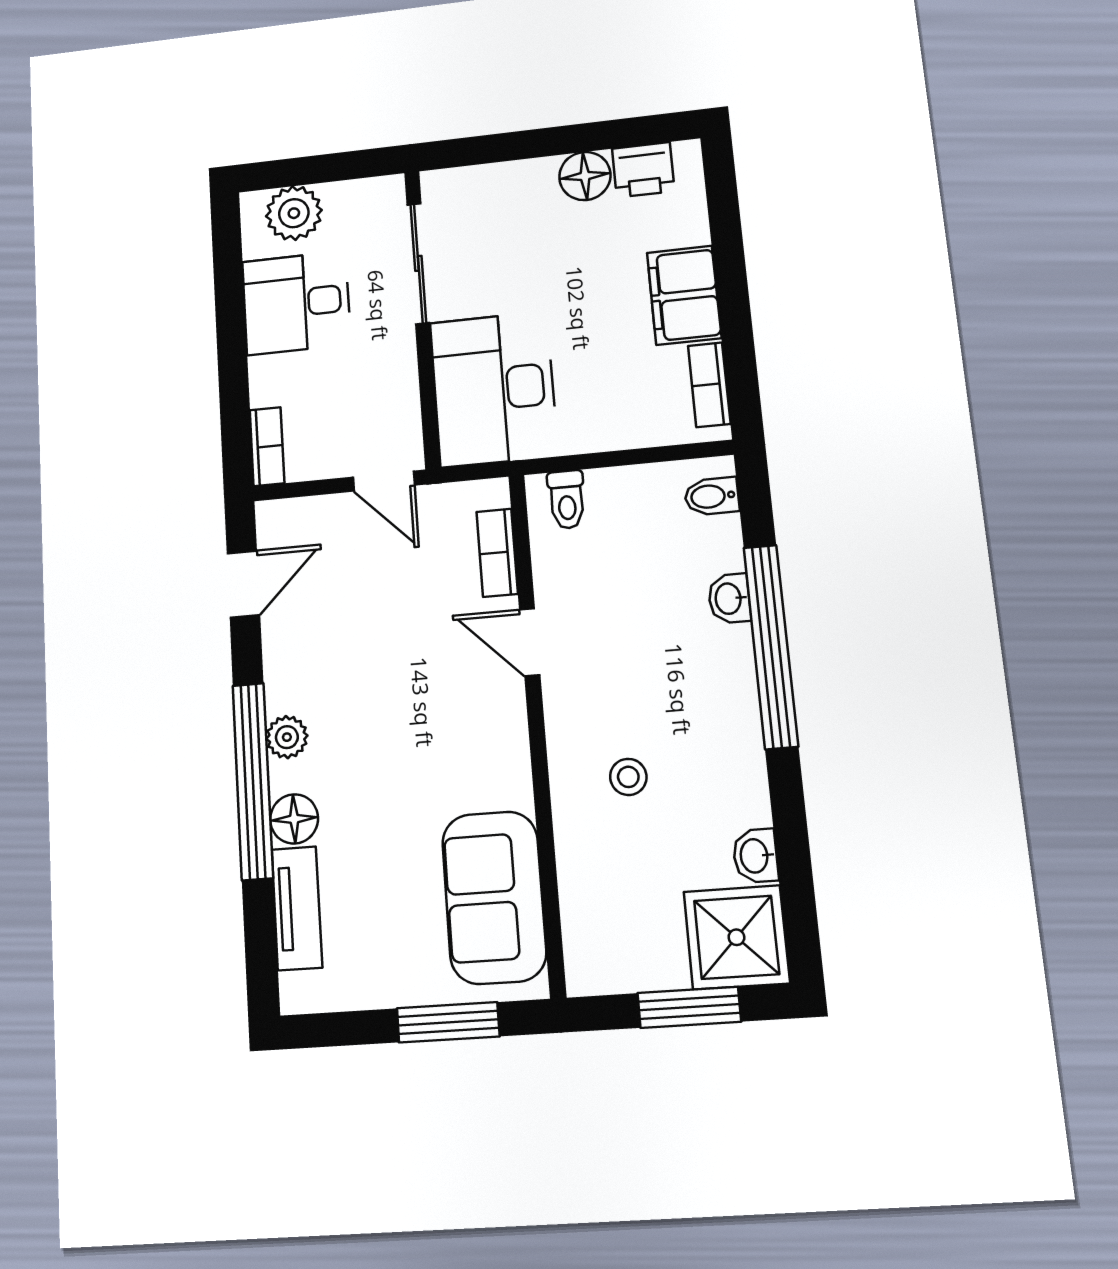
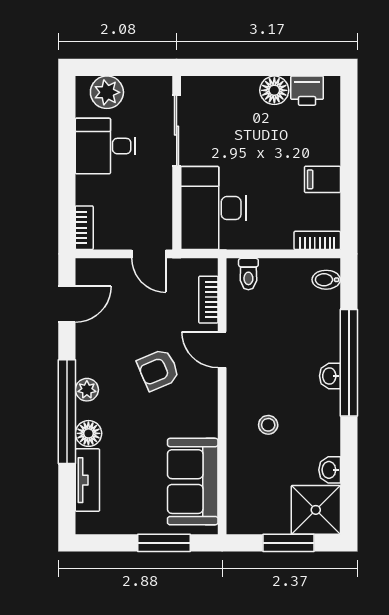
filing cabinet: (684, 295) -> (322, 179), width x0.50
bookcase: (709, 385) -> (317, 240), moved, turned 90
washbasin: (729, 599) -> (330, 376), moved
armchair: (415, 689) -> (158, 370), added

